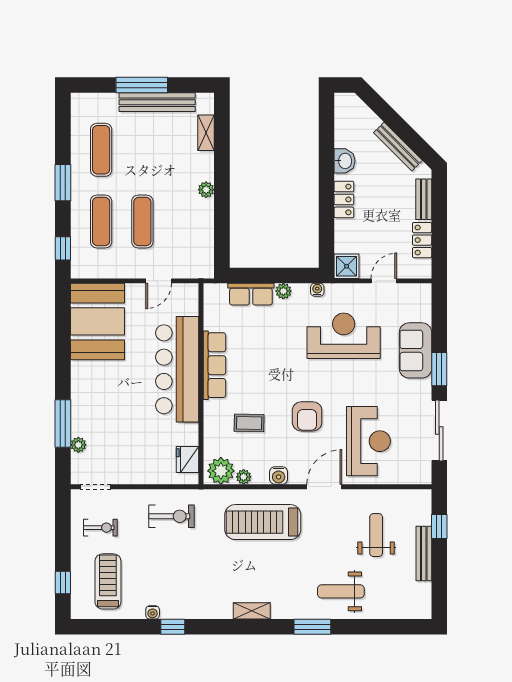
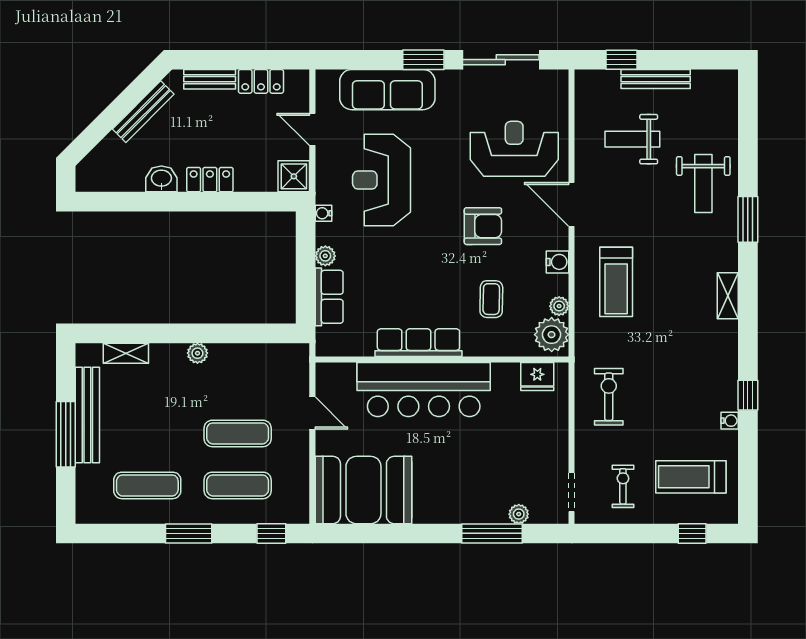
sofa: (415, 350) -> (387, 90), width x1.36
treadmill: (263, 522) -> (616, 282), width x0.73, depth x0.73

